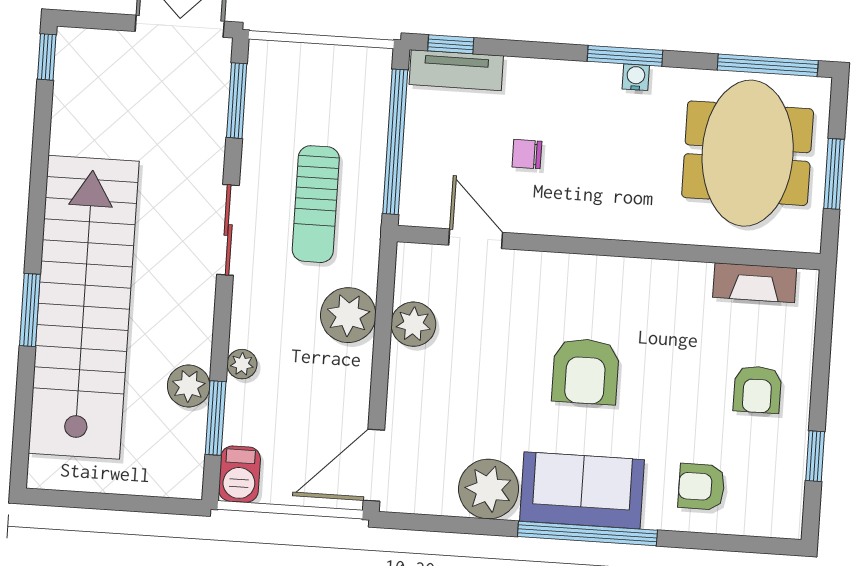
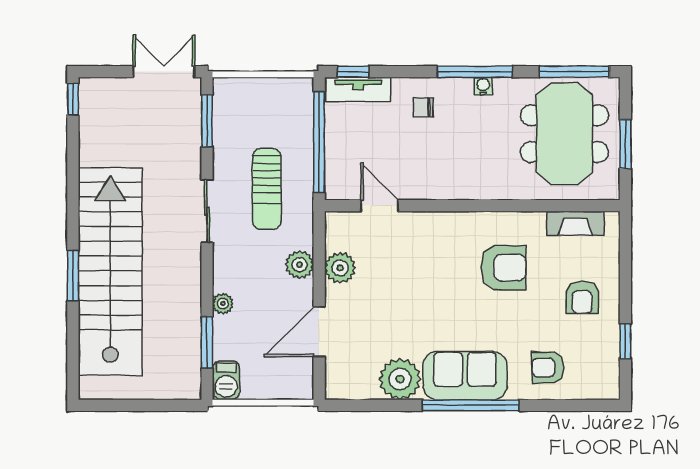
window: (625, 56) -> (475, 72), width x1.44
chair: (527, 154) -> (423, 108), moved
plant: (348, 315) -> (300, 265), width x0.73, depth x0.73
armchair: (585, 371) -> (504, 268), moved, turned -90
plant: (189, 386) -> (187, 321), removed
door: (374, 465) -> (319, 332), moved

